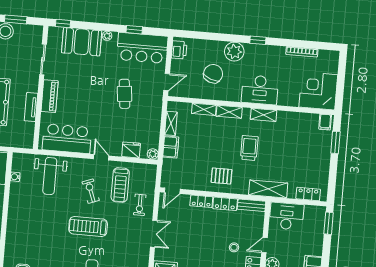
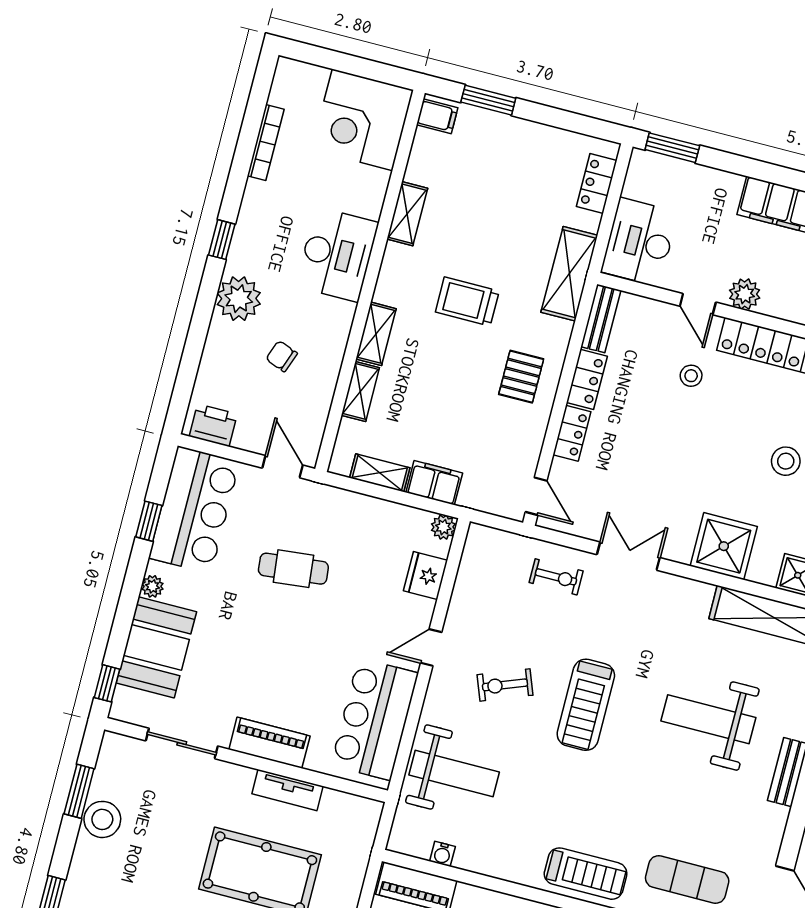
chair: (213, 74) -> (282, 356), width x0.54, depth x0.54
shelving: (264, 115) -> (407, 214), moved
treadmill: (120, 185) -> (586, 874), moved

